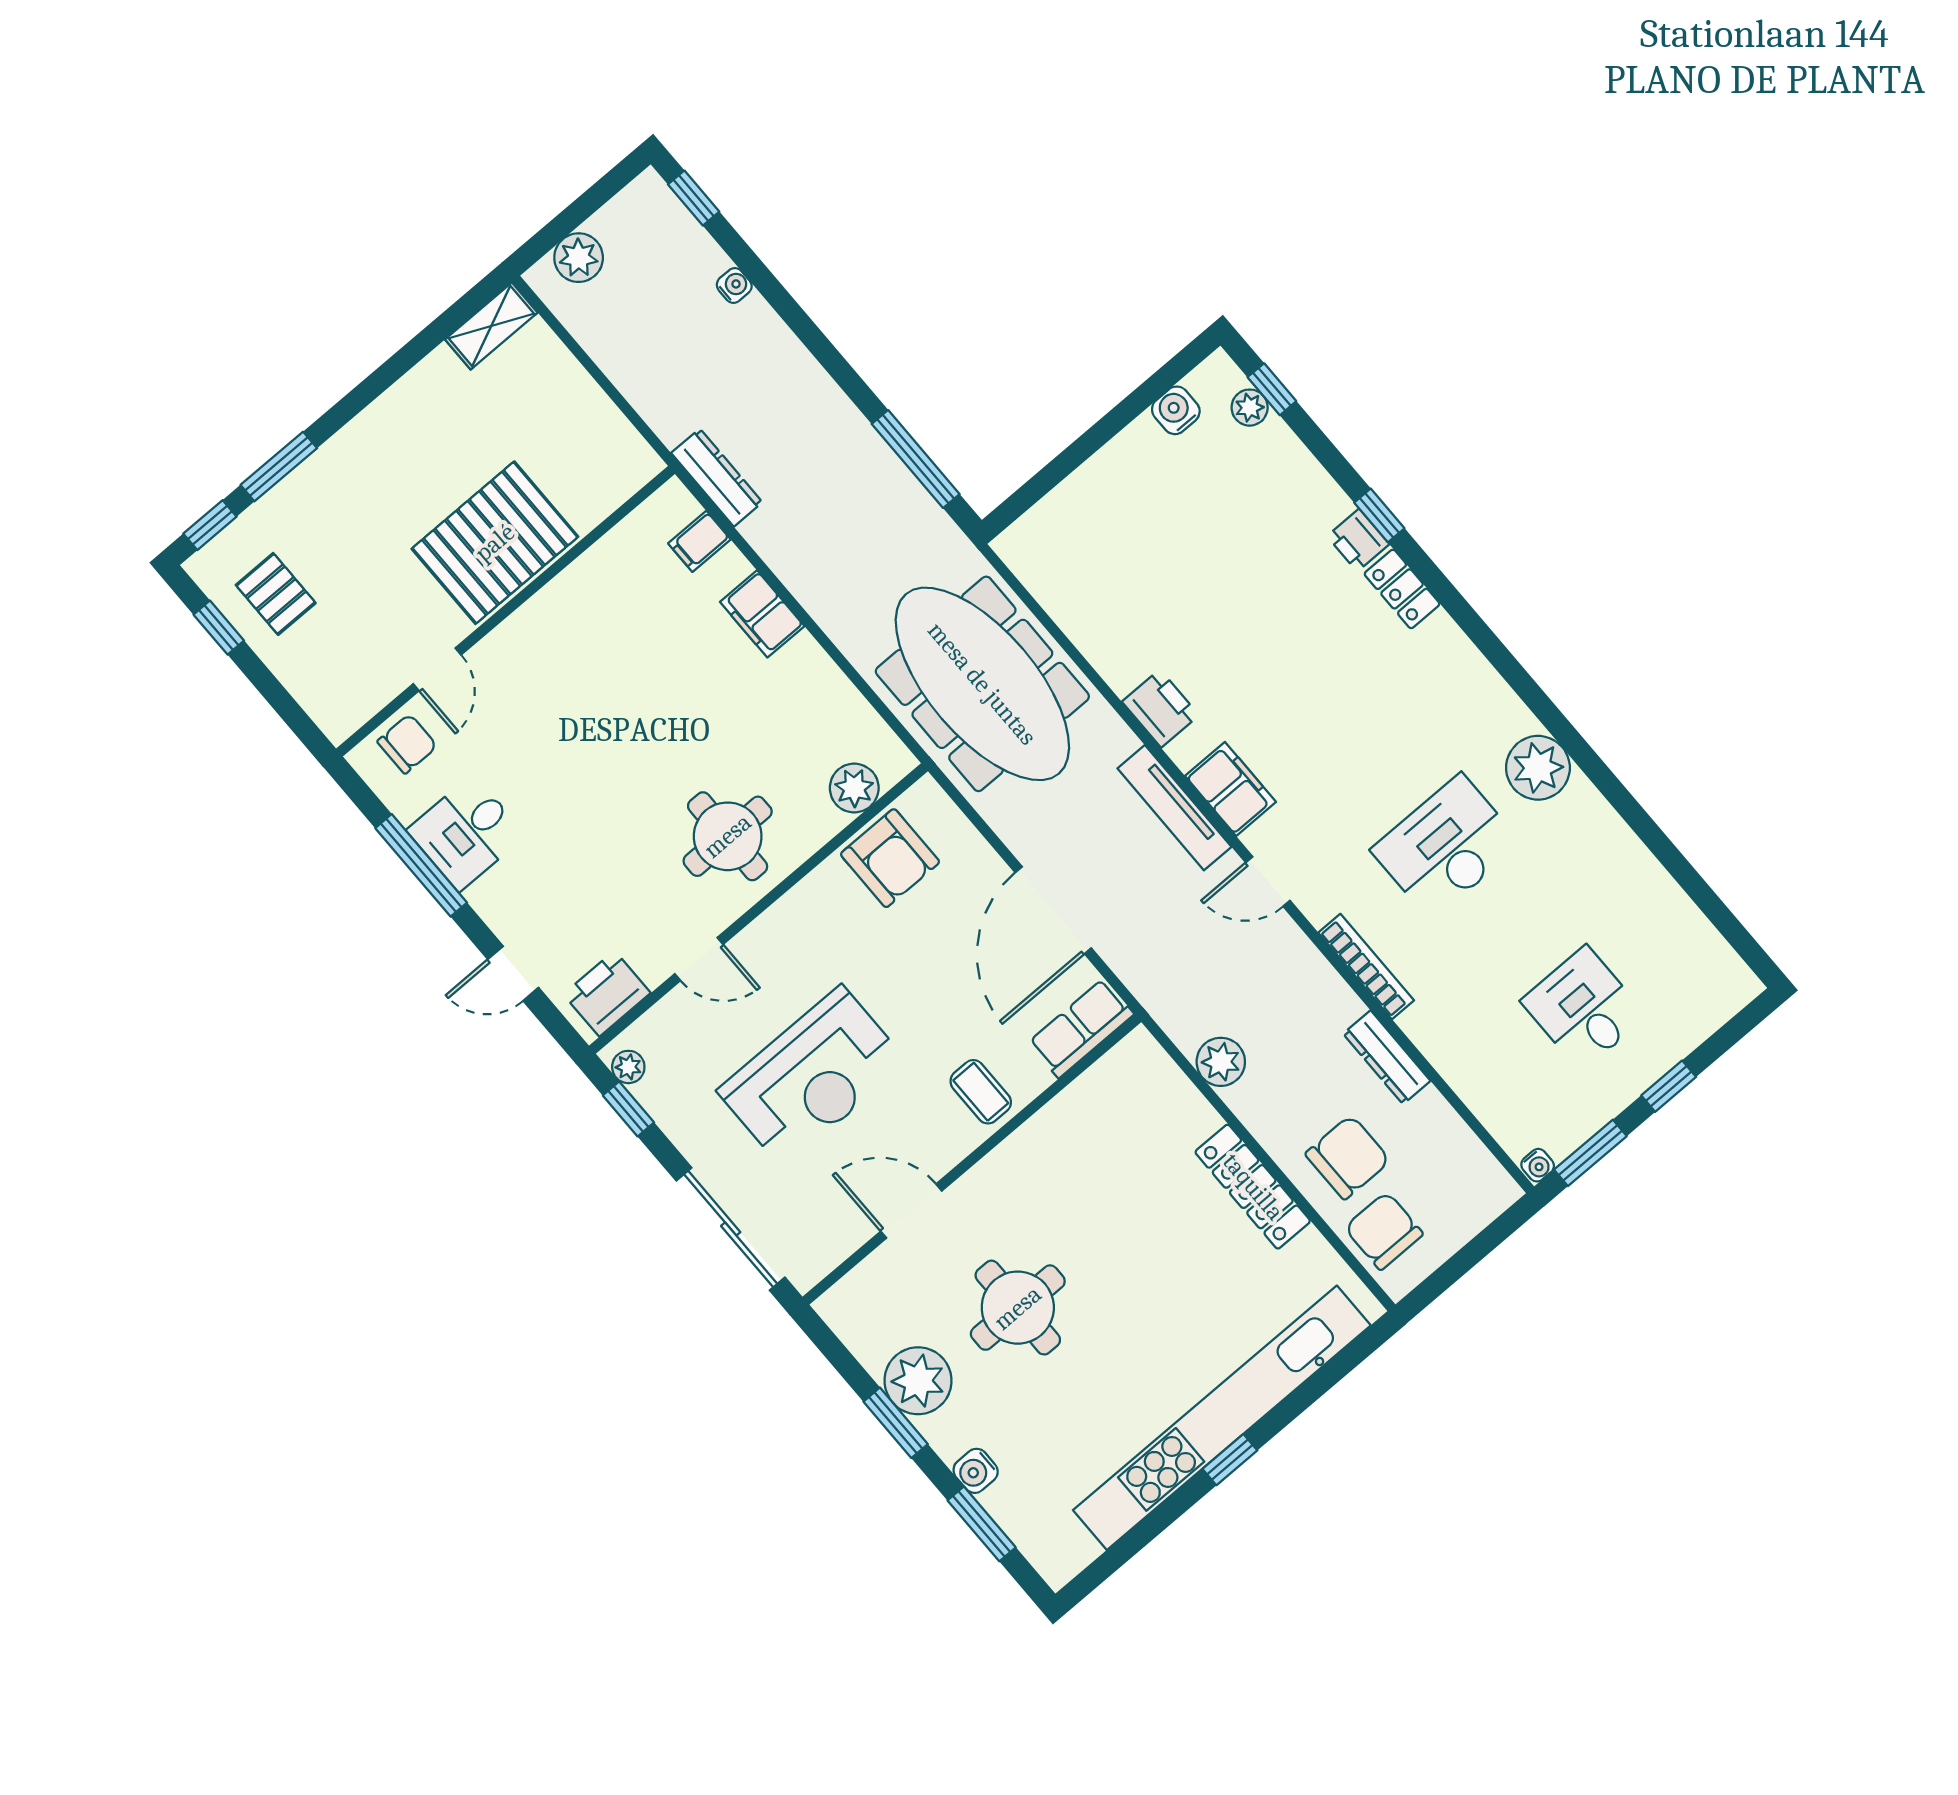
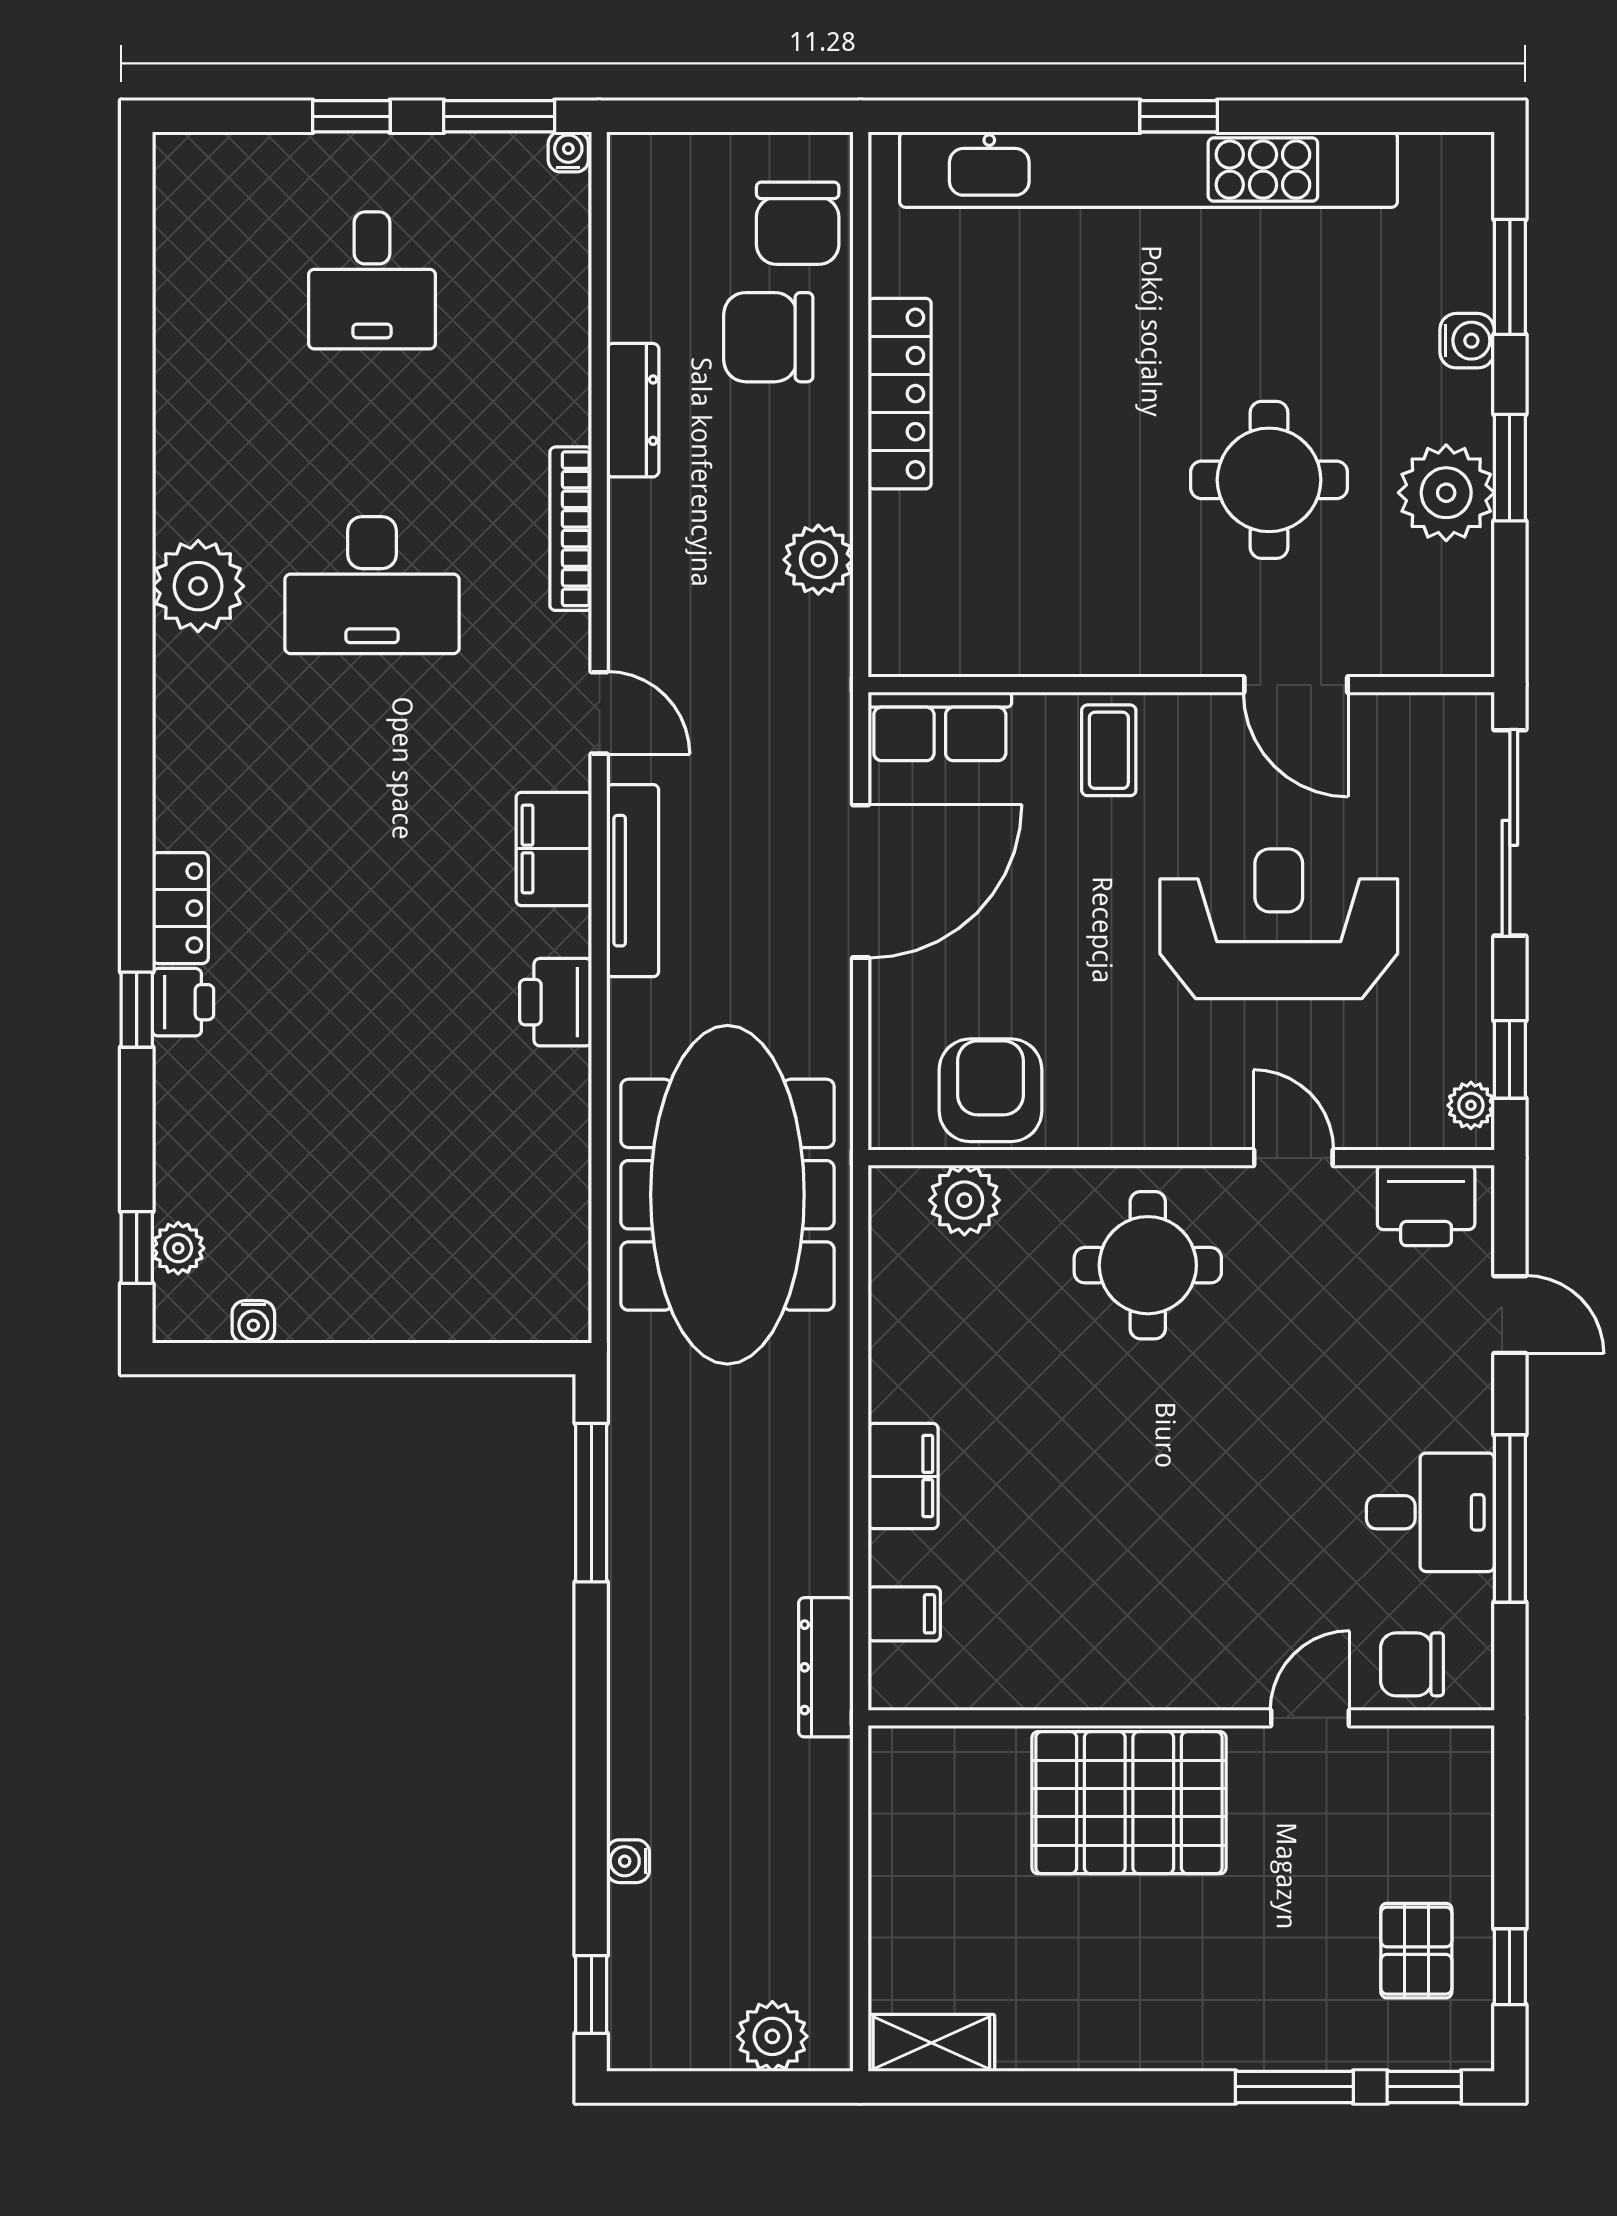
water cooler: (1176, 410) -> (253, 1322), width x0.72, depth x0.72

